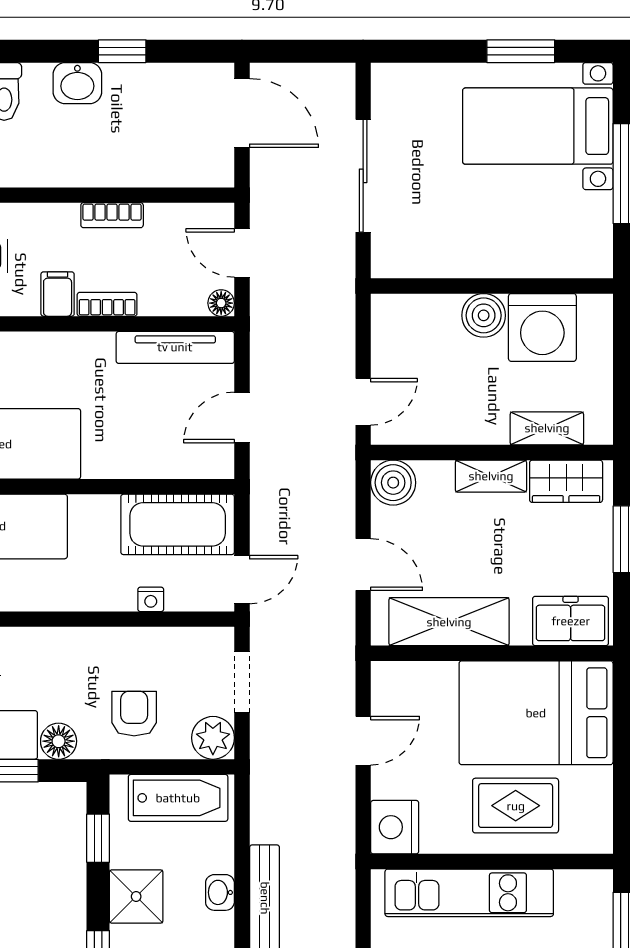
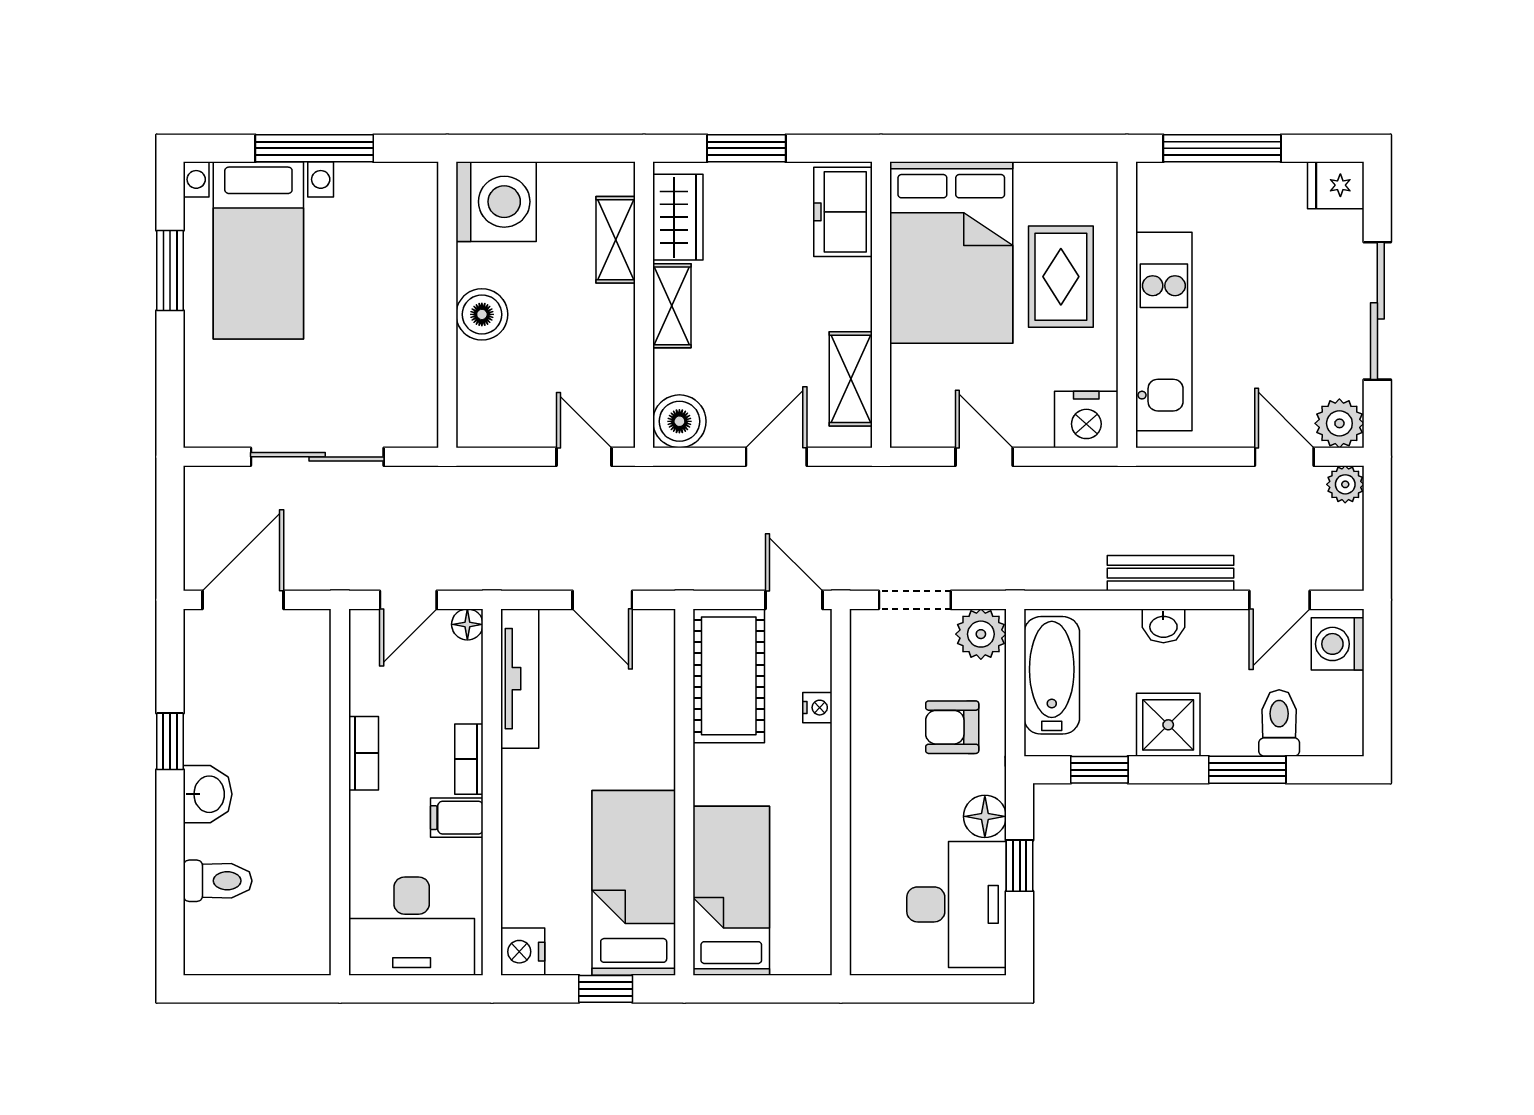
washing machine: (542, 327) -> (496, 202), moved
shelving: (449, 622) -> (851, 379), width x0.67, depth x0.75

